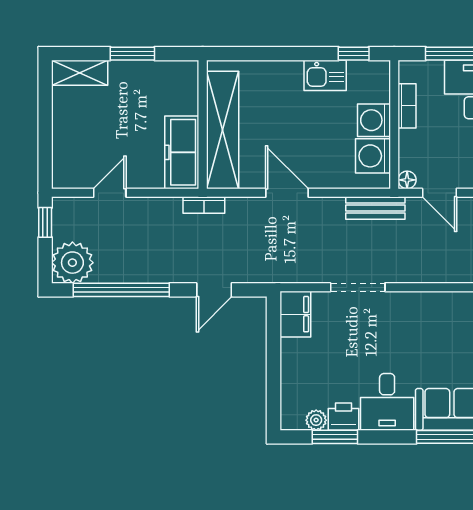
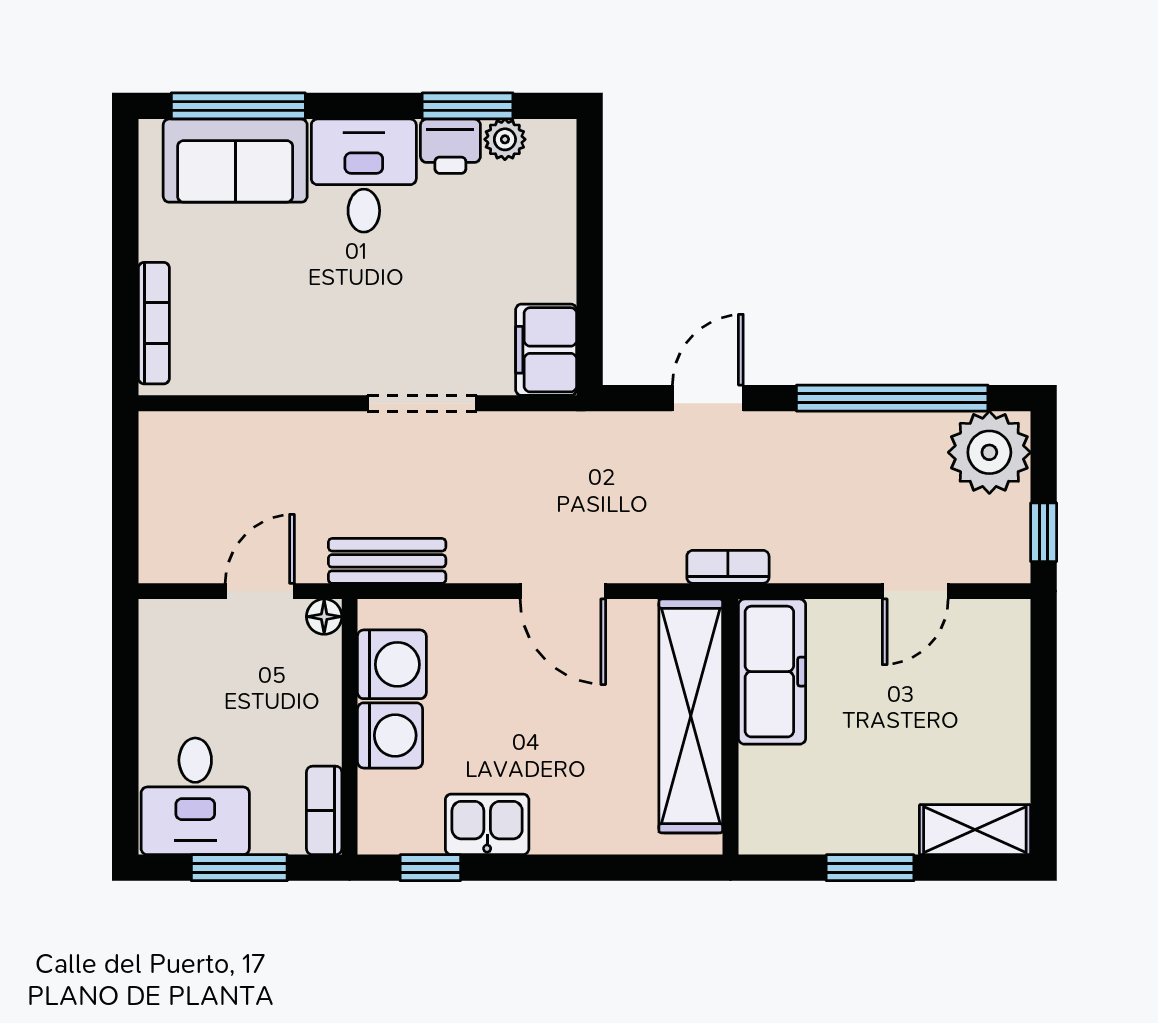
bookcase: (407, 106) -> (324, 810), moved
door: (439, 193) -> (260, 591), hinge flipped

